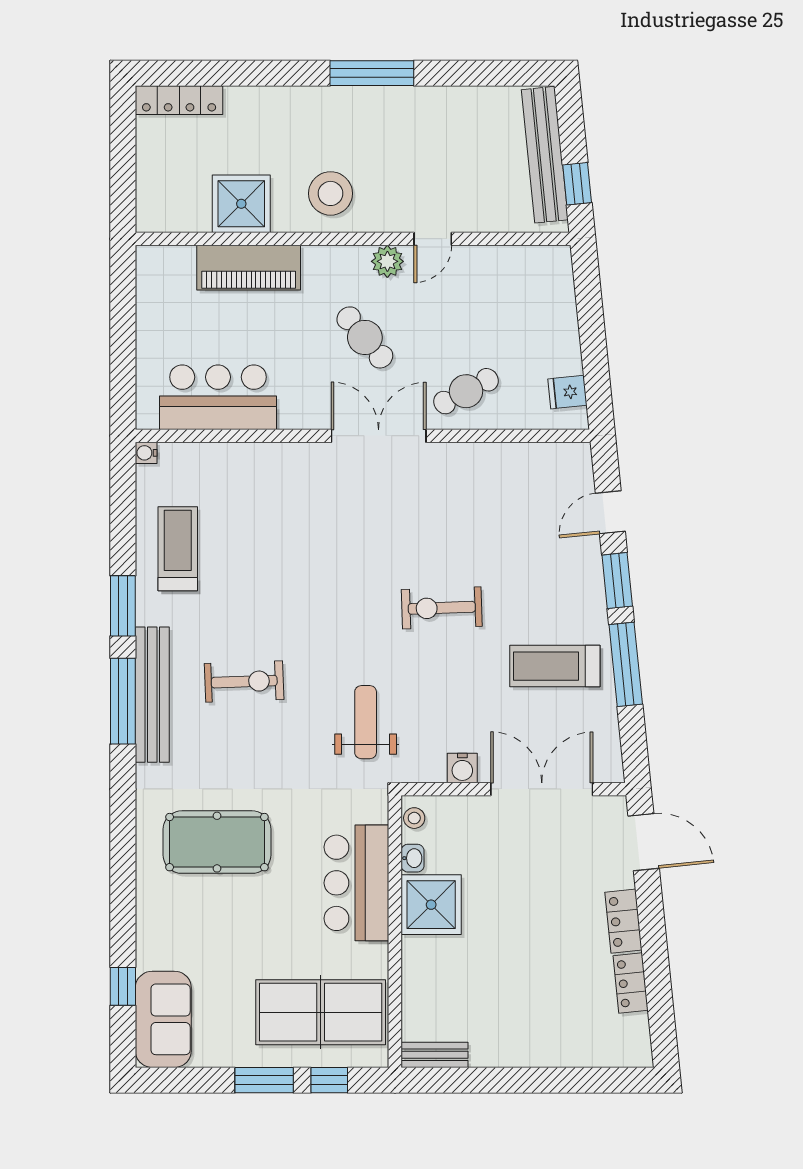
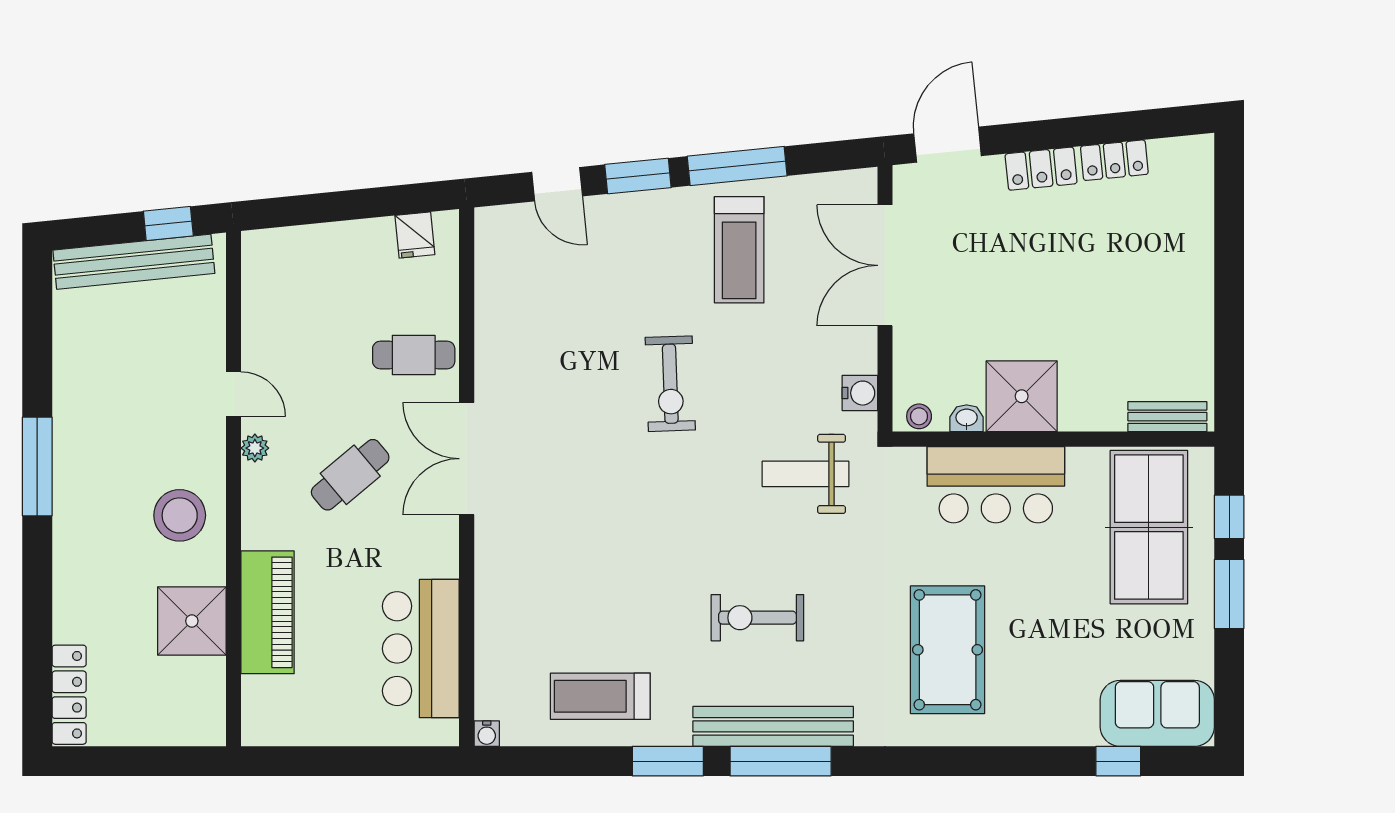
plant: (387, 261) -> (255, 448), width x0.73, depth x0.73
cafe table: (466, 391) -> (414, 355), turned -62
exercise bike: (244, 682) -> (757, 618), turned -88
water cooler: (462, 768) -> (860, 393), moved
bench: (435, 1055) -> (1167, 417), moved, turned 90

